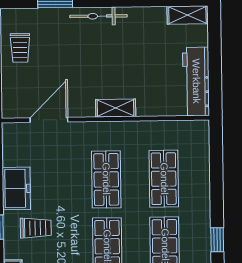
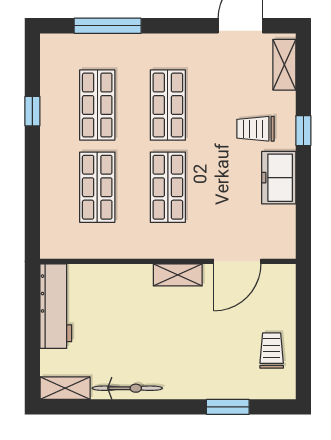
bicycle: (98, 16) -> (127, 388), moved
shelving: (116, 108) -> (178, 275), moved

